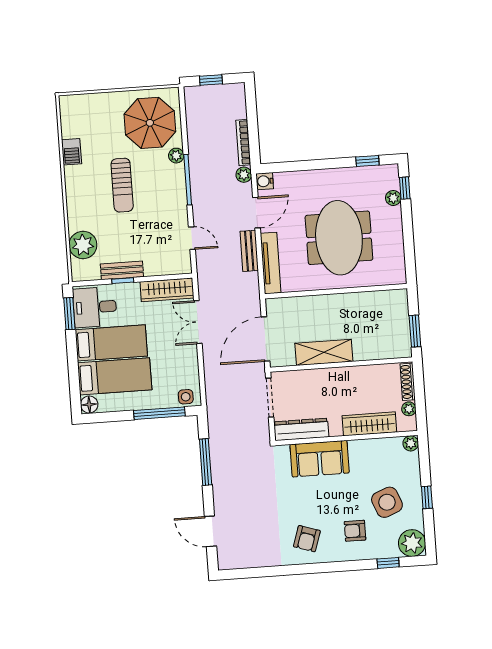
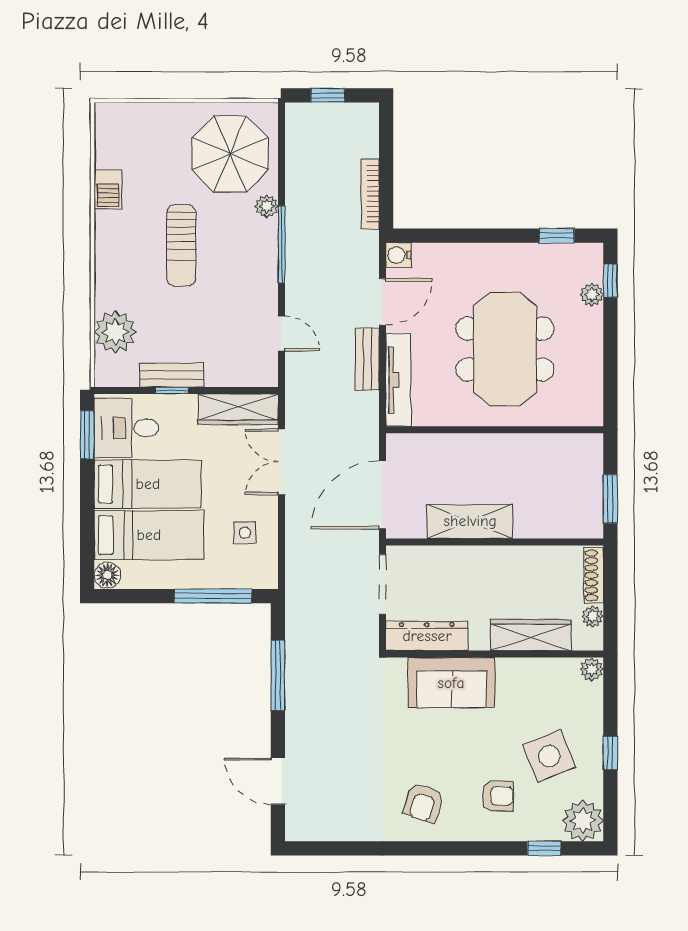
plant: (244, 175) -> (367, 243), removed
side table: (186, 397) -> (245, 533), moved
armchair: (355, 531) -> (497, 796), turned 180

